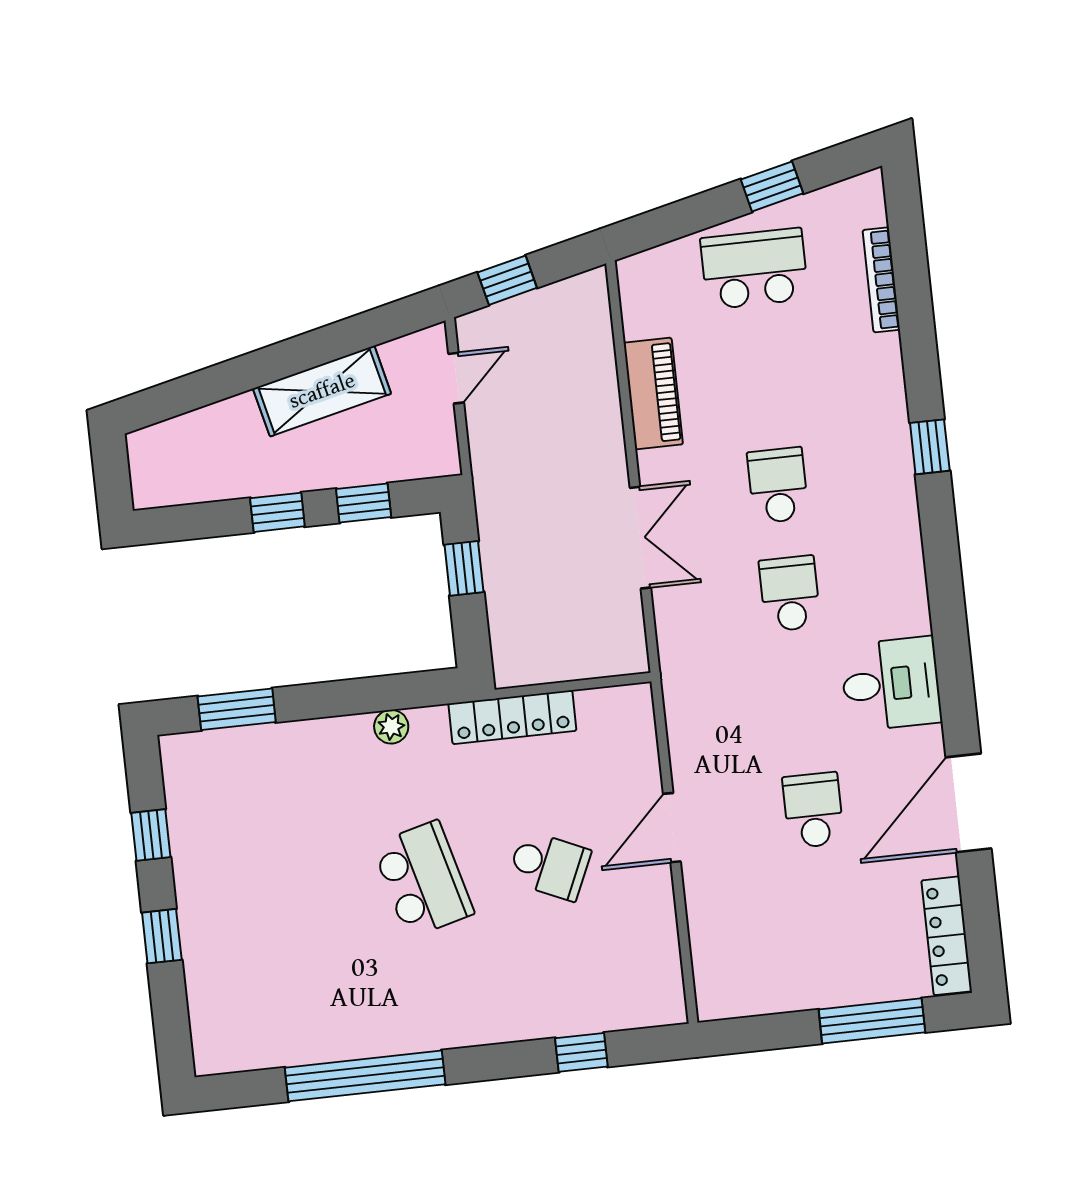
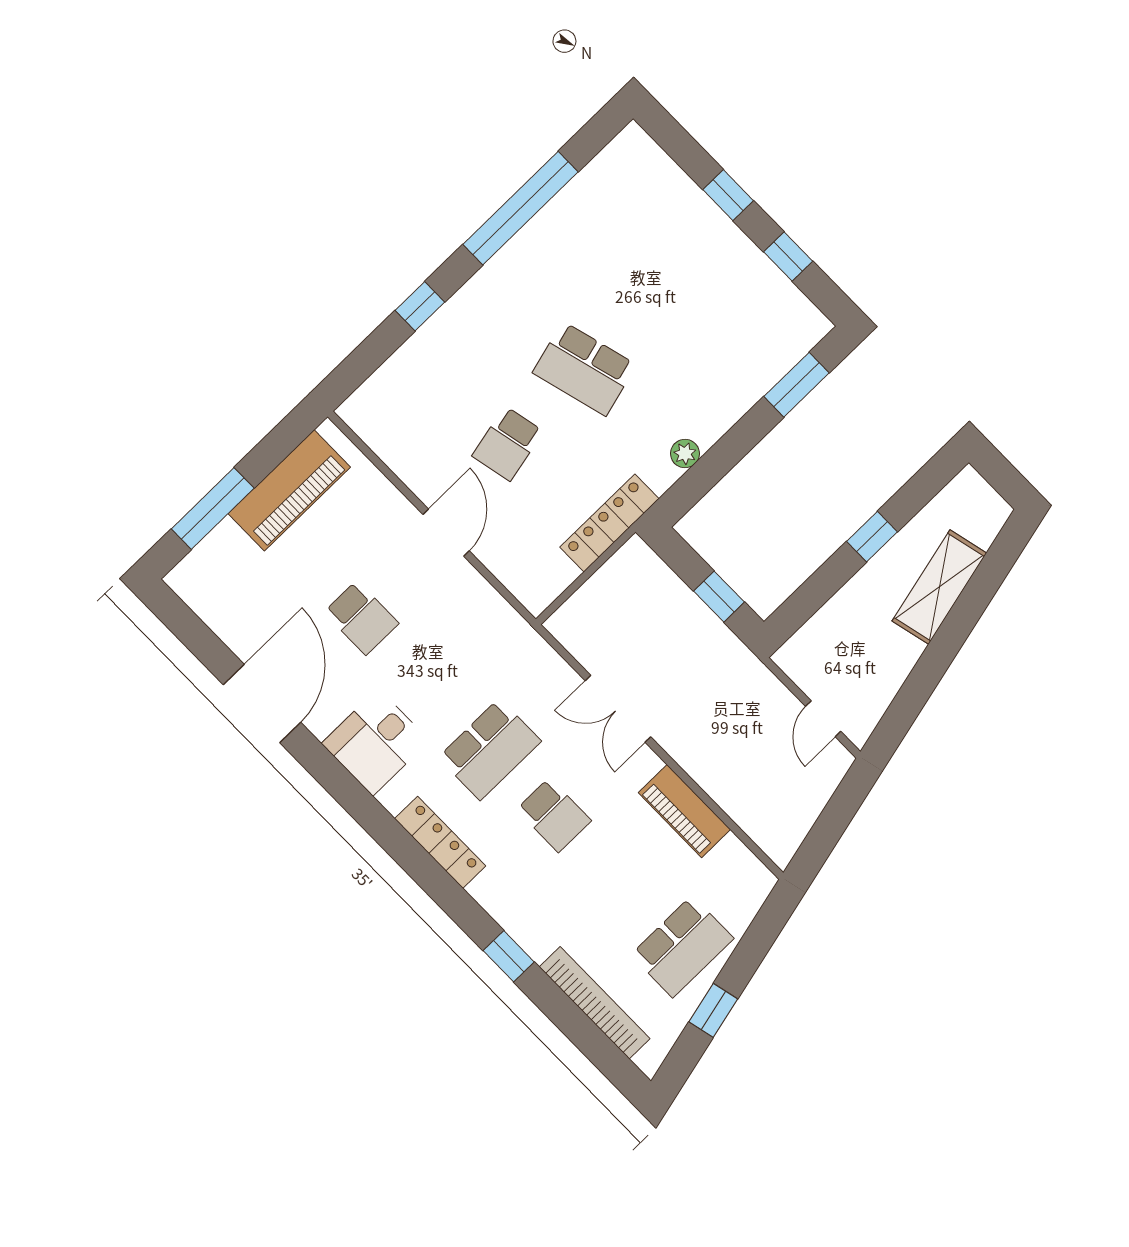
window: (507, 280) -> (840, 810), removed
bookcase: (881, 280) -> (595, 1003), width x1.48, depth x1.31
shelving: (322, 391) -> (939, 587), moved
window: (930, 447) -> (509, 956), moved
window: (364, 503) -> (820, 588), removed
school desk: (790, 594) -> (490, 749), width x1.85
school desk: (549, 866) -> (508, 444), turned -36
locker: (947, 936) -> (440, 842), moved
piano: (787, 982) -> (289, 490), added
window: (581, 1052) -> (420, 306), moved

